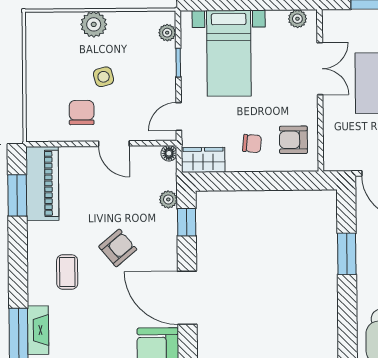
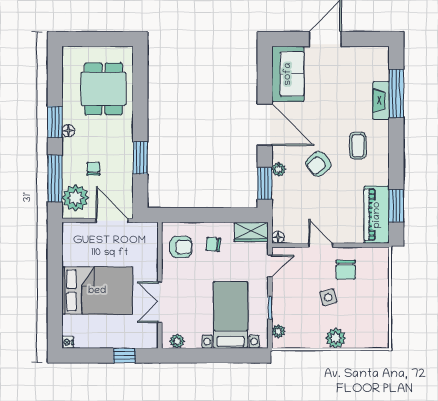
plant: (168, 199) -> (279, 169), moved
window: (187, 222) -> (265, 184), width x1.50

